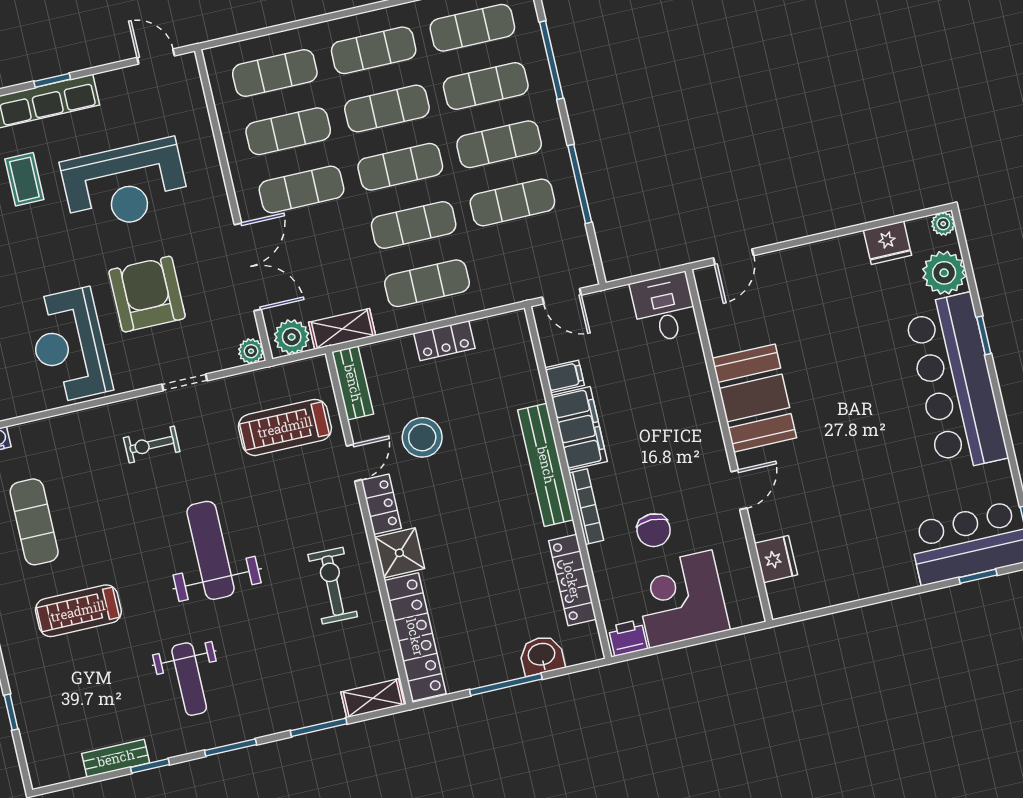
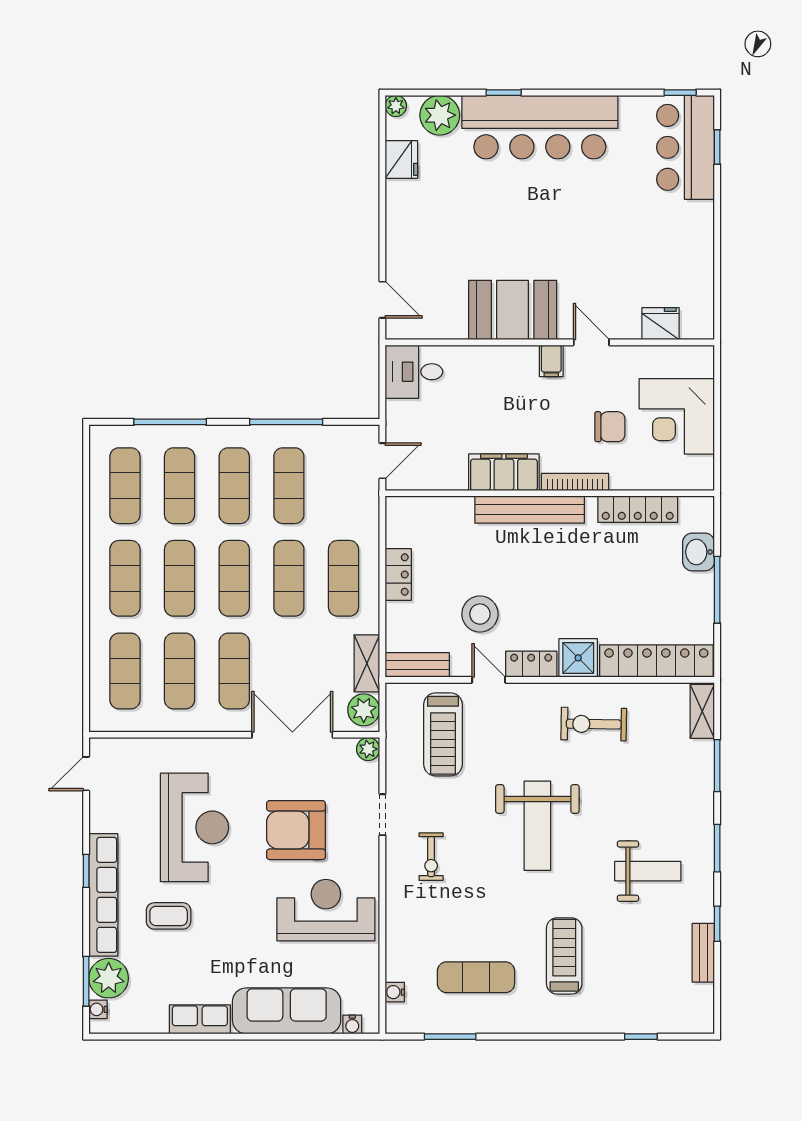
reception desk: (69, 346) -> (326, 910), turned 180
filing cabinet: (565, 376) -> (551, 361), moved, turned 180
weight bench: (211, 550) -> (537, 826), turned -90
treadmill: (78, 611) -> (564, 956), turned 180
printer: (628, 638) -> (700, 472), removed

